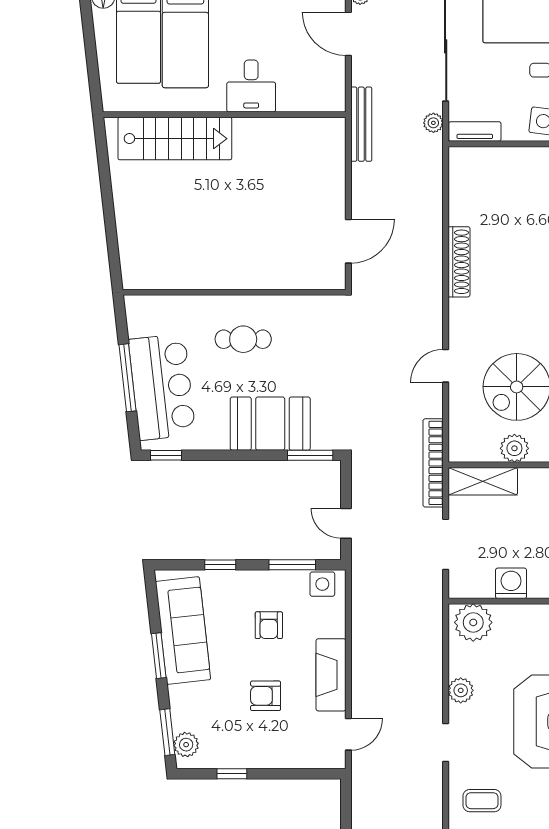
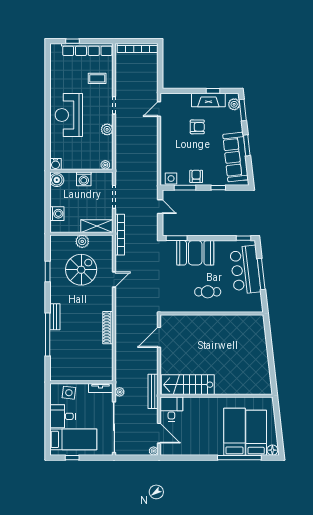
desk: (251, 86) -> (171, 409), moved
stairs: (175, 139) -> (188, 385), moved
plant: (473, 622) -> (105, 165), width x0.53, depth x0.53
armchair: (269, 625) -> (196, 176), moved
fireplace: (331, 675) -> (208, 100), moved, turned 90

